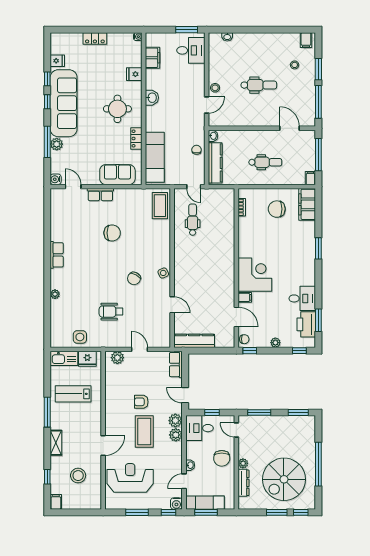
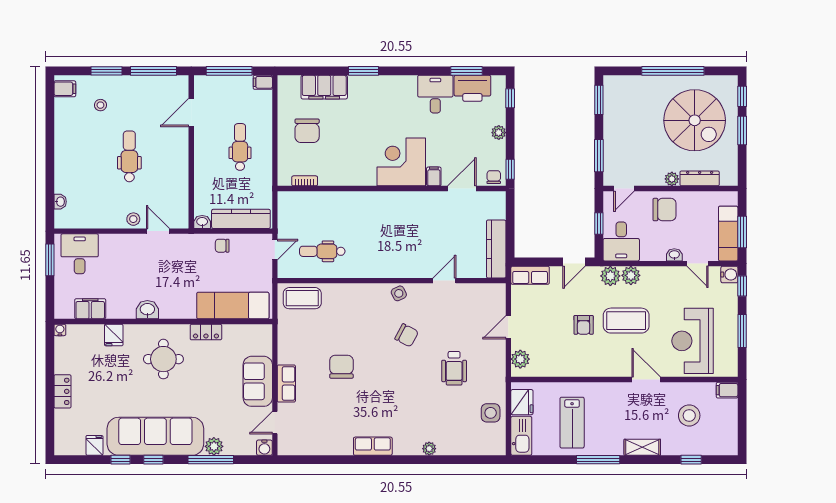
sofa: (117, 175) -> (258, 381), moved
filing cabinet: (307, 204) -> (324, 87), moved
filing cabinet: (56, 502) -> (727, 390), moved

